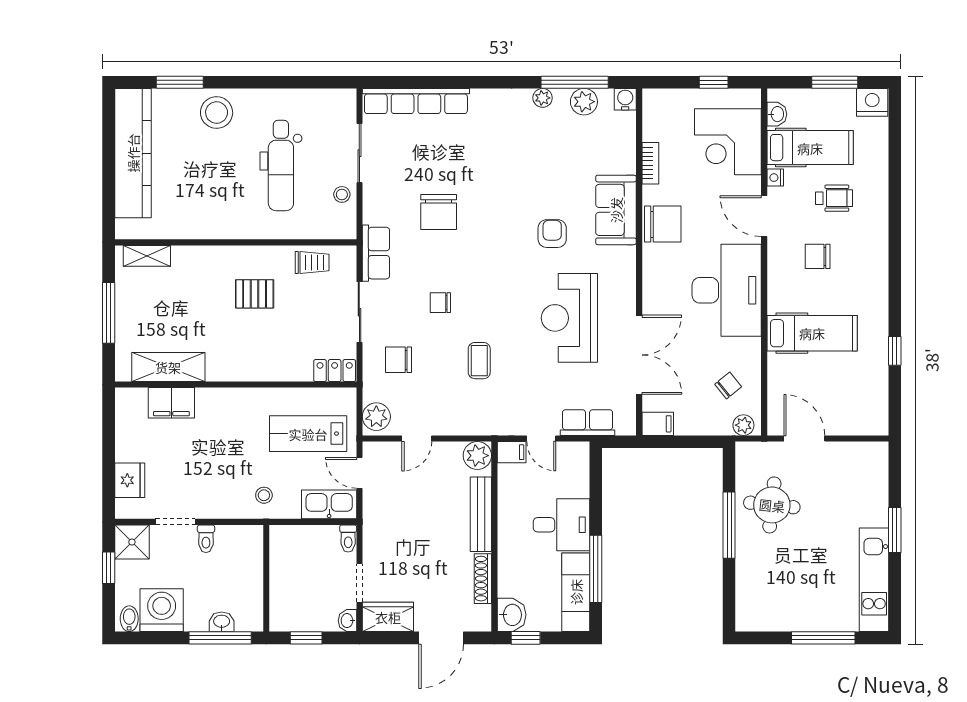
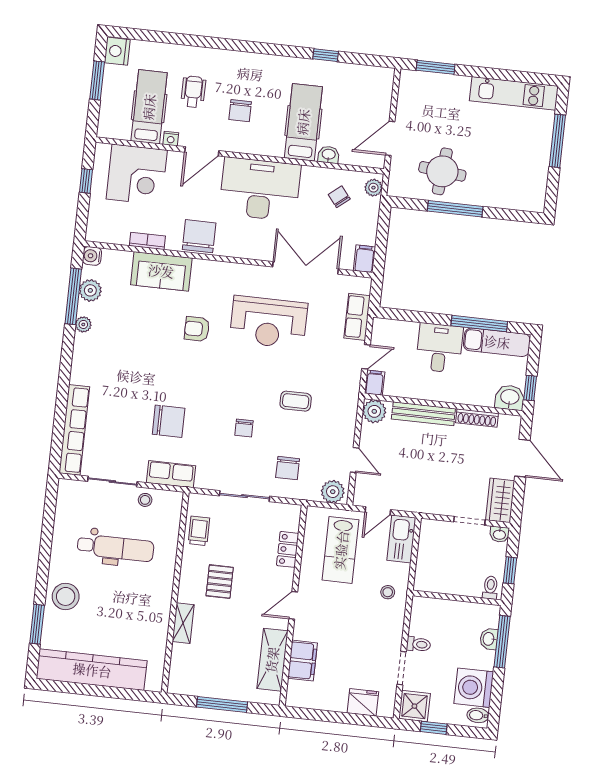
washbasin: (777, 114) -> (329, 155), moved
sofa: (616, 210) -> (161, 271), moved
row of seats: (376, 253) -> (171, 474), moved
shelving: (147, 256) -> (183, 623), moved
locker: (335, 371) -> (288, 549), moved
door: (236, 385) -> (293, 605), added
window: (895, 530) -> (436, 67), moved
toilet: (348, 538) -> (490, 588), moved, turned -90

